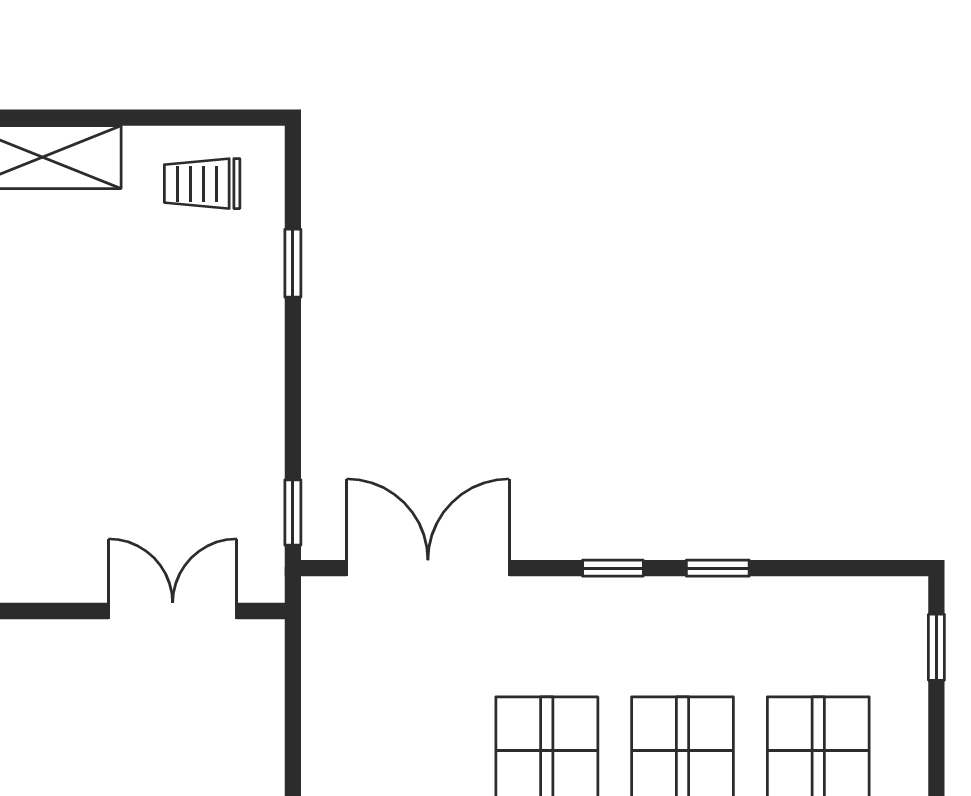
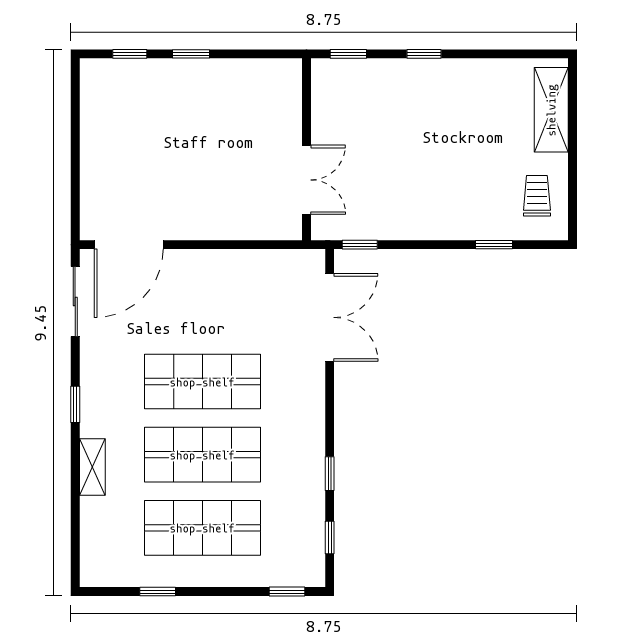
window: (613, 568) -> (330, 538), moved

